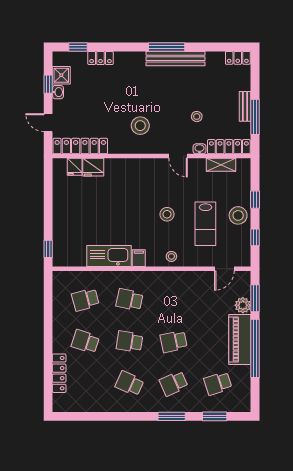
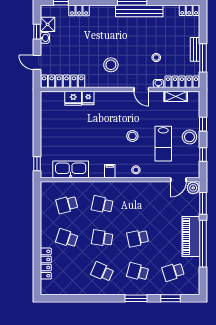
fridge: (75, 167) -> (88, 98), moved
kitchen sink: (109, 256) -> (71, 169), moved
plant: (243, 305) -> (193, 188), moved
school desk: (174, 383) -> (138, 272), turned 39

